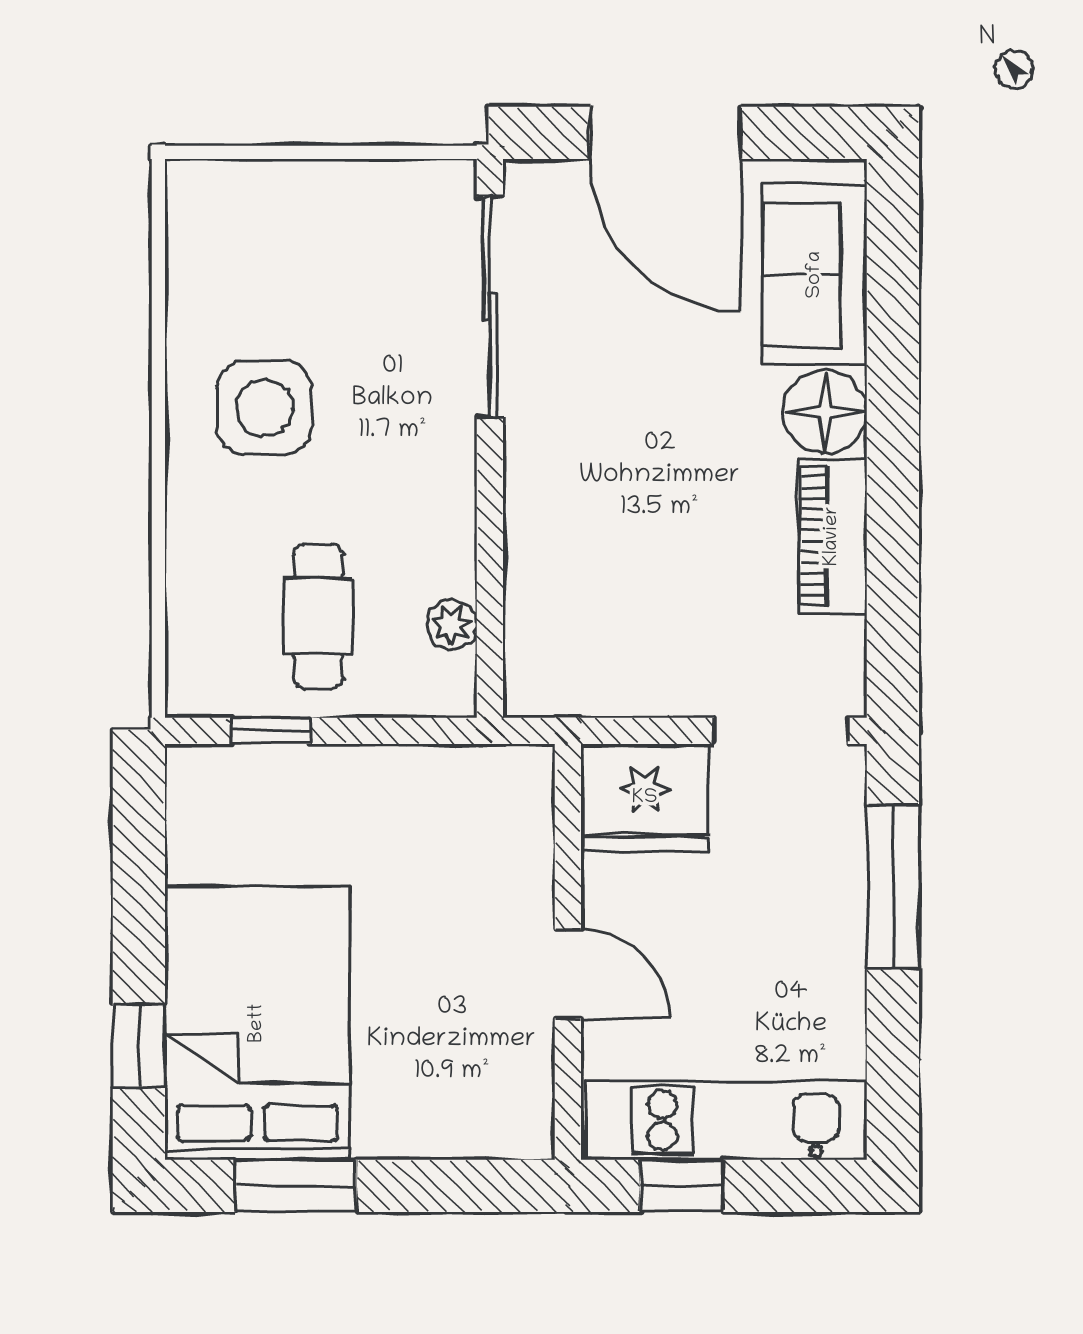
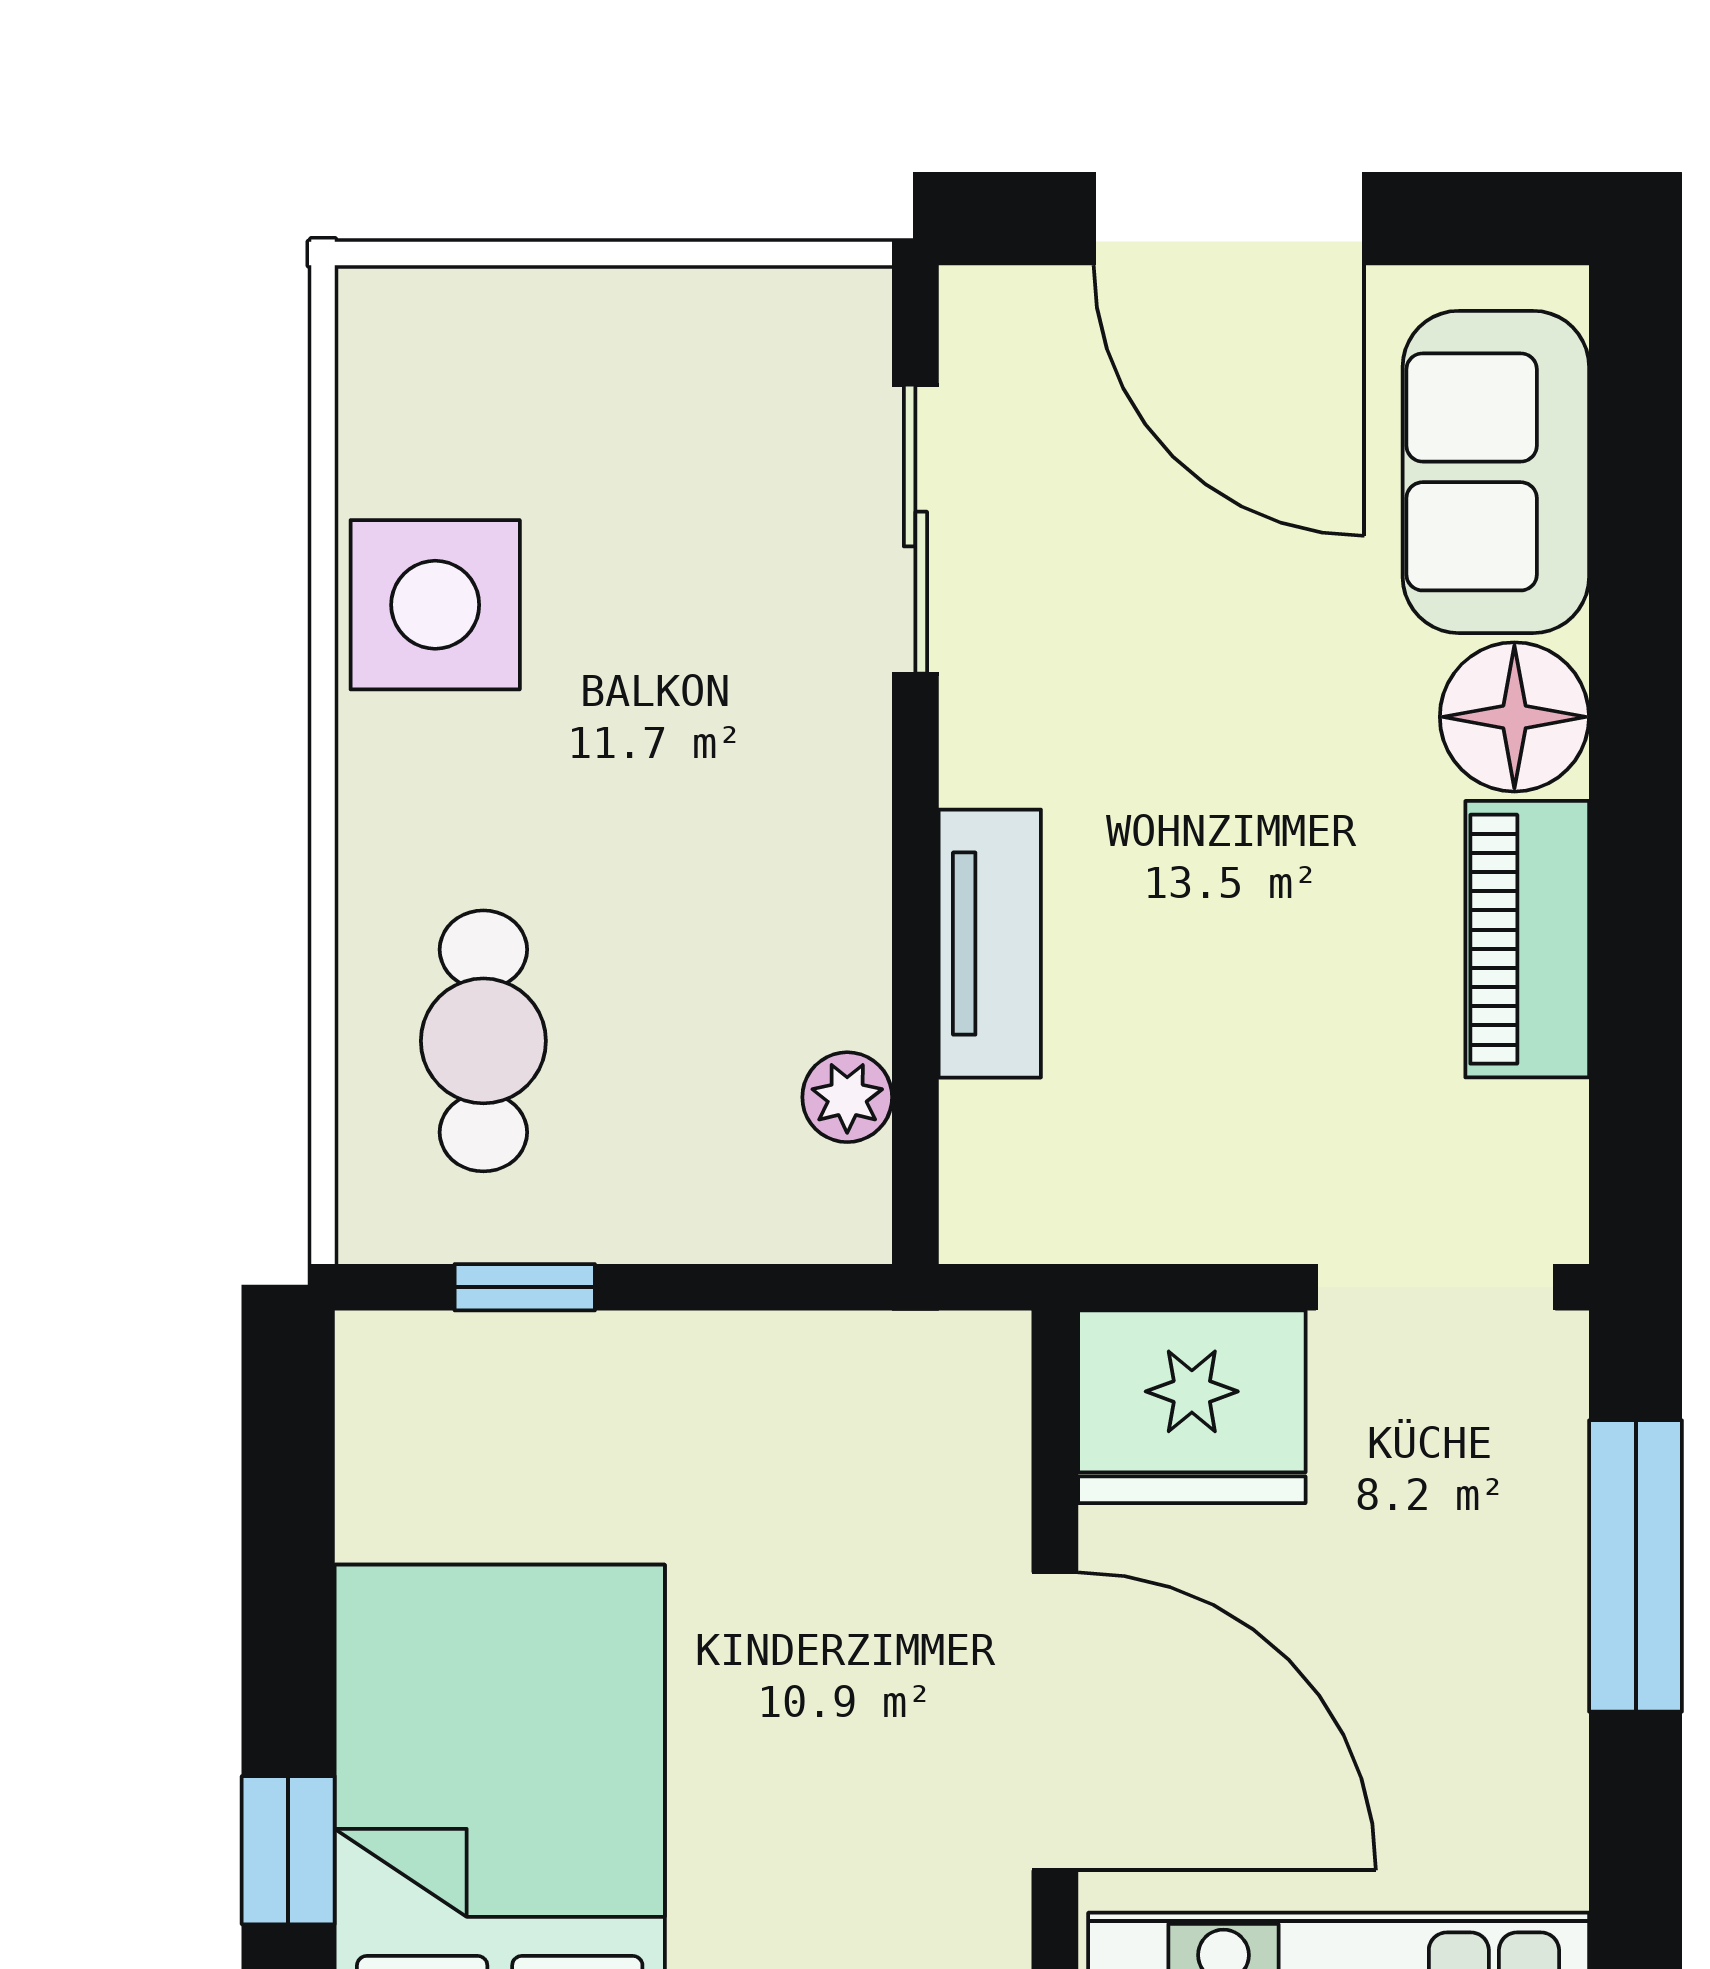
sliding door: (490, 307) -> (915, 529), width x0.73
side table: (264, 408) -> (435, 605), moved
tv unit: (531, 539) -> (990, 944), added
cafe table: (318, 616) -> (483, 1041), moved
door: (568, 974) -> (1055, 1721), width x1.88

